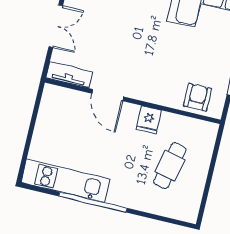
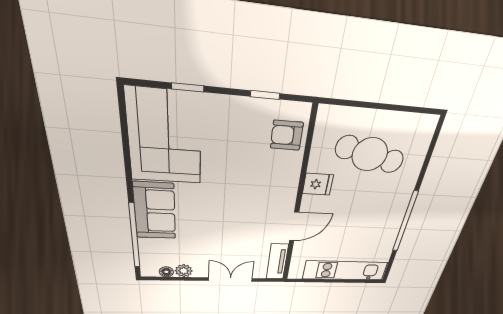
cafe table: (170, 166) -> (370, 154), width x1.37, depth x1.35
kitchen unit: (66, 181) -> (345, 271), moved, turned 90

